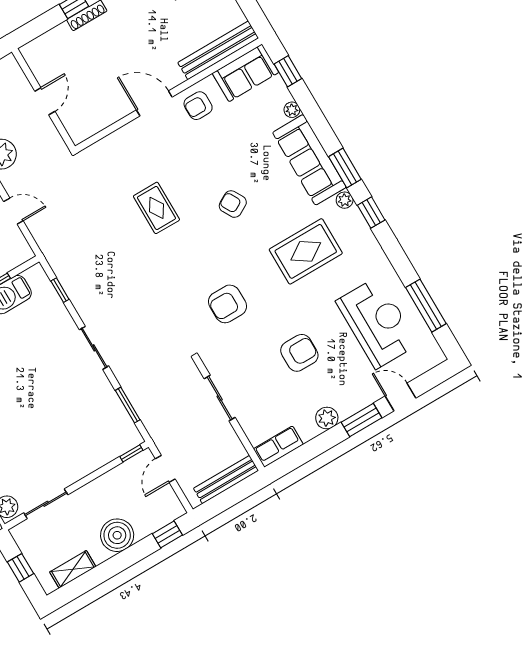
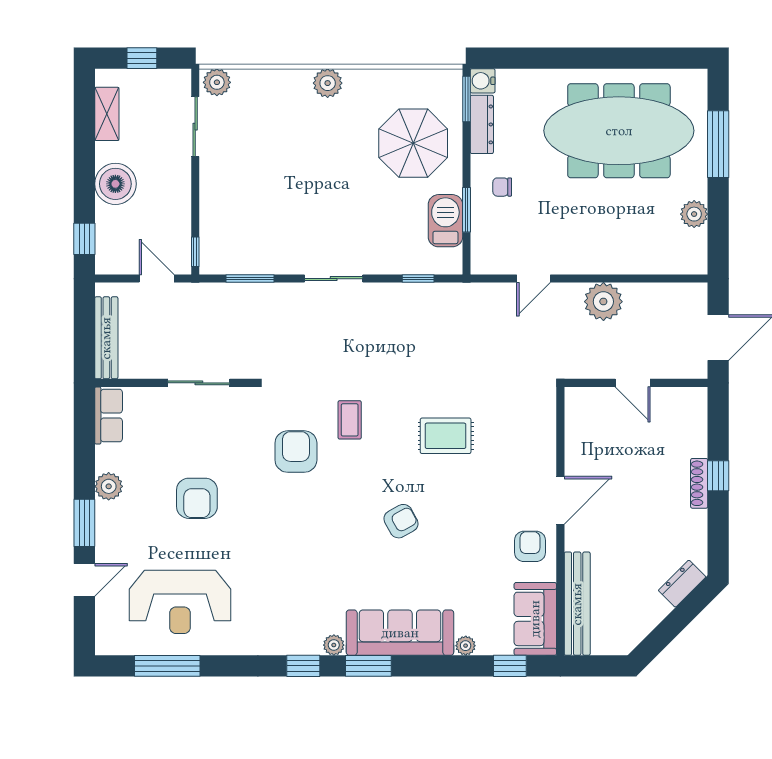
rug: (306, 251) -> (303, 570), removed
coffee table: (184, 280) -> (350, 420), added

